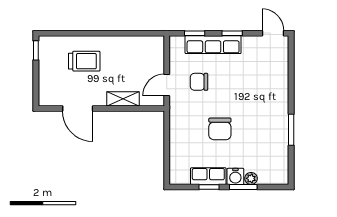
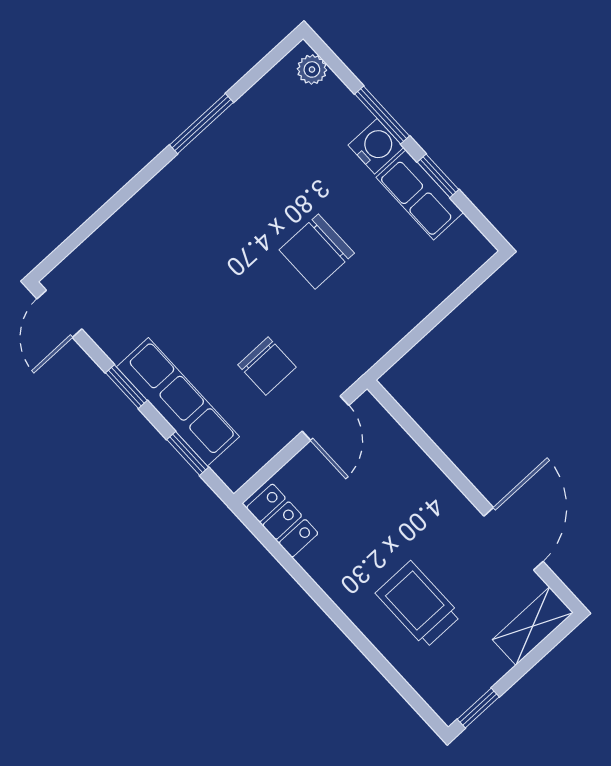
locker: (148, 43) -> (282, 521), added
door: (167, 85) -> (325, 418), hinge flipped
shelving: (123, 99) -> (533, 626), moved, turned 90
chair: (220, 129) -> (317, 252), turned 180
plant: (251, 178) -> (312, 69), moved

